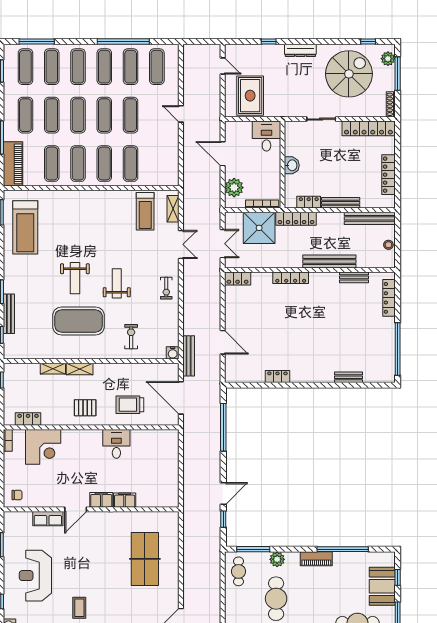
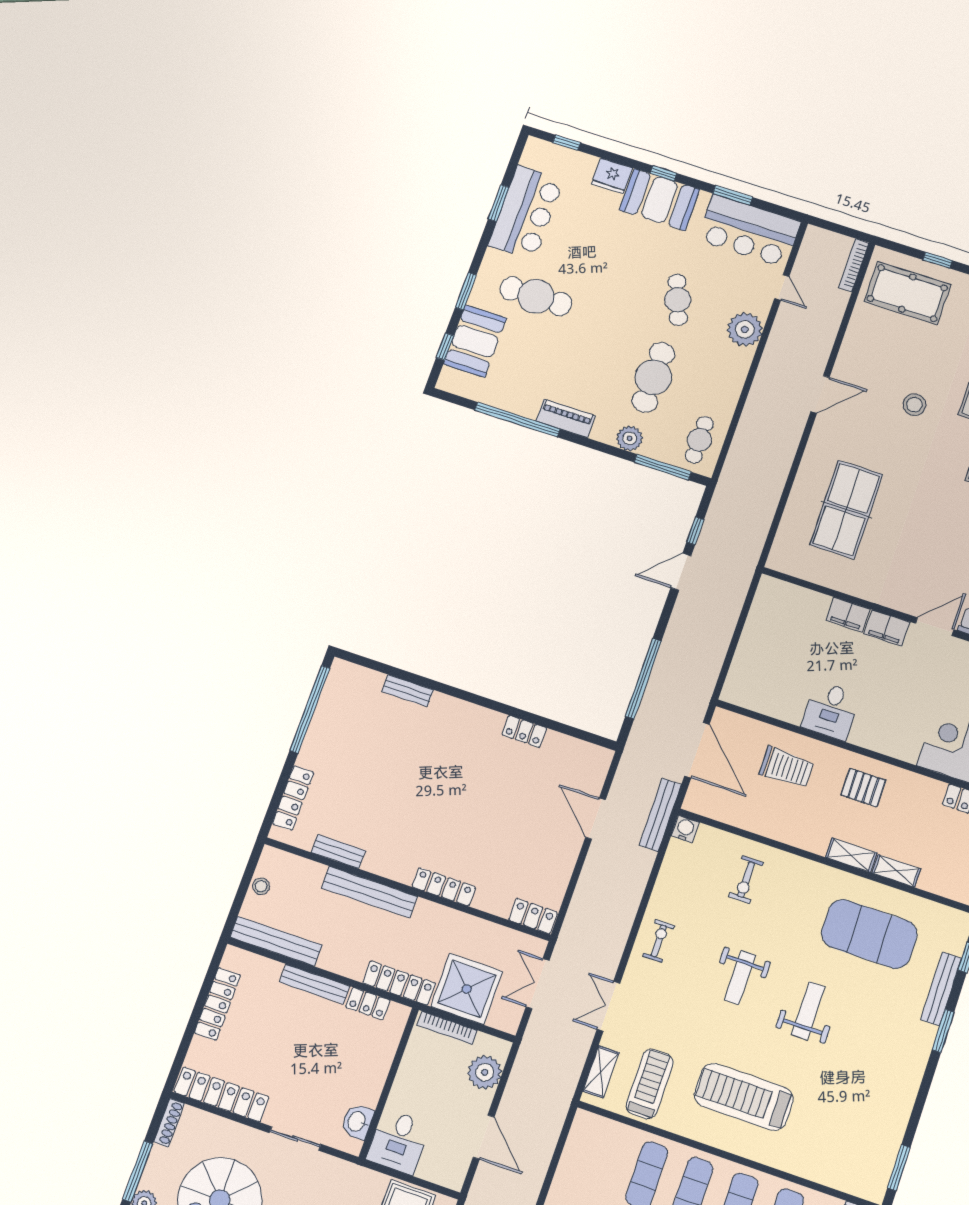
washbasin: (292, 165) -> (357, 1122), moved
treadmill: (25, 227) -> (744, 1097), moved, turned -90
exercise mat: (79, 321) -> (869, 934), moved

